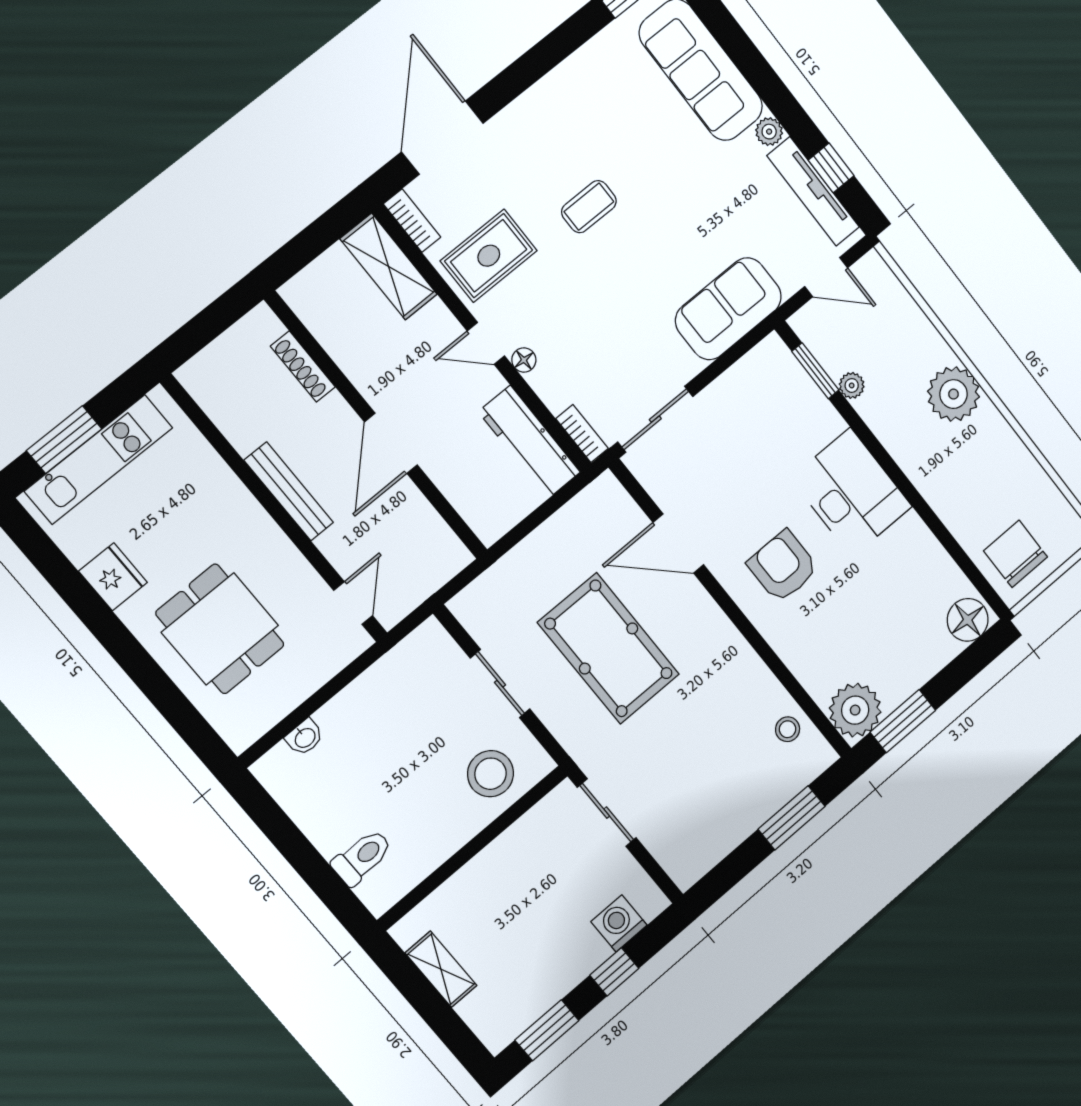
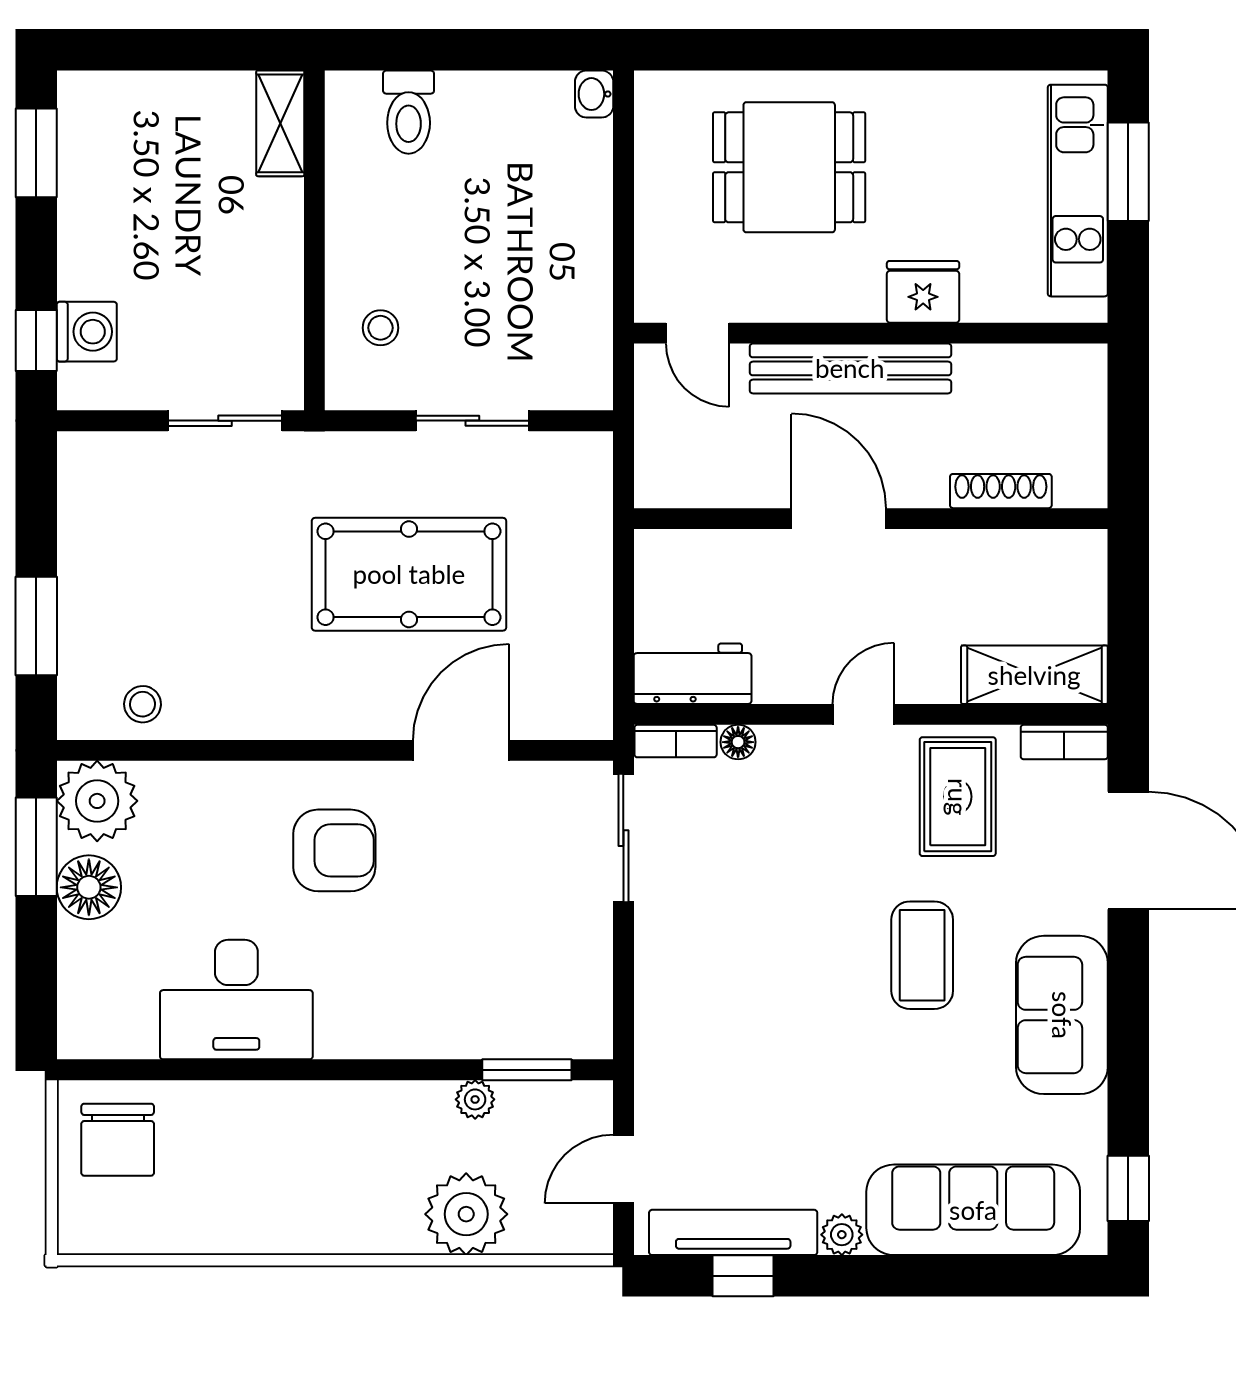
coffee table: (589, 207) -> (922, 955), width x1.36, depth x1.30
sofa: (728, 309) -> (1062, 1015), moved, turned 180
floor lamp: (524, 360) -> (738, 742), moved
plant: (954, 394) -> (466, 1214), moved
workbench: (529, 442) -> (693, 674), width x0.73
bench: (289, 491) -> (850, 368), width x1.37, depth x1.21
desk: (851, 492) -> (236, 1000), moved
chair: (1016, 554) -> (118, 1140), turned 90
fridge: (113, 577) -> (923, 292), moved, turned 180
floor lamp: (968, 620) -> (89, 887), moved
washbasin: (305, 737) -> (594, 94), moved
stool: (491, 774) -> (380, 328), width x0.53, depth x0.53
shelving: (441, 969) -> (280, 123), moved, turned 90
window: (614, 972) -> (36, 341), moved

